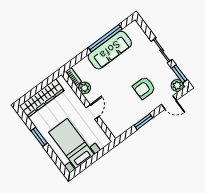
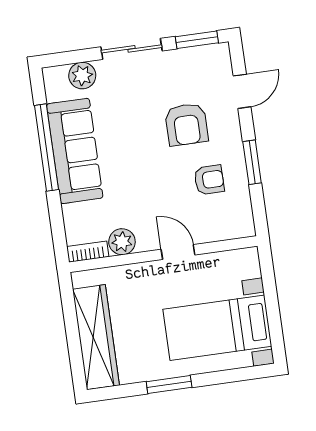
plant: (177, 85) -> (82, 76), moved
armchair: (127, 109) -> (209, 180), added

